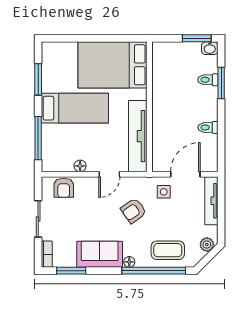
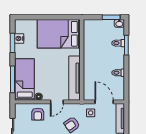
nightstand: (49, 72) -> (19, 38), added
bed: (75, 108) -> (25, 79), moved, turned -90
door: (185, 174) -> (104, 102), hinge flipped
armchair: (64, 188) -> (38, 114), moved

